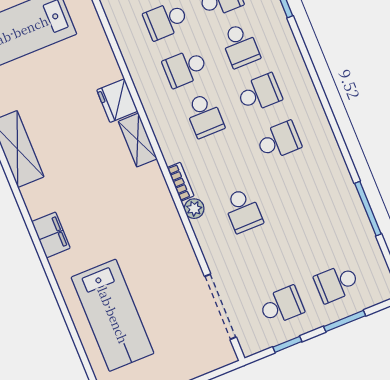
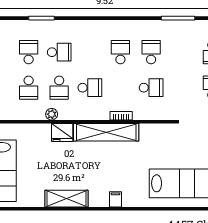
school desk: (259, 93) -> (151, 52), moved
shelving: (138, 140) -> (106, 132), width x2.20, depth x1.33
plant: (194, 209) -> (52, 114), moved
filing cabinet: (51, 235) -> (116, 199), width x0.50

